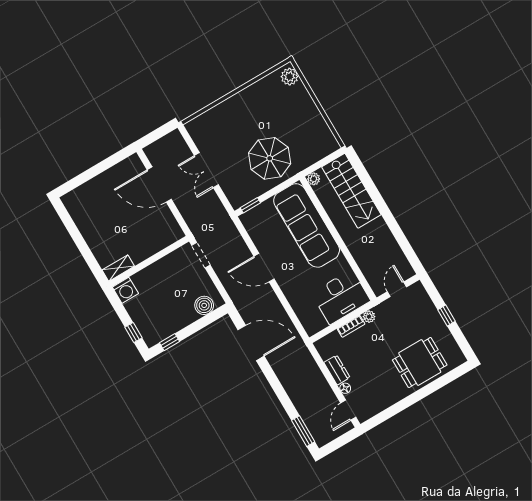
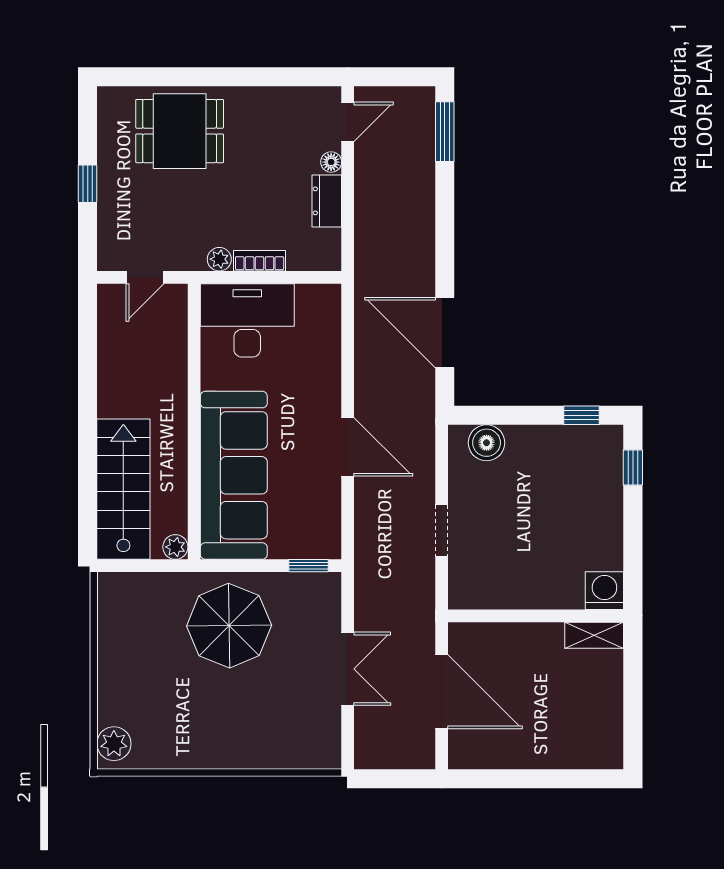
wall: (149, 261) -> (536, 616), moved
shelving: (118, 268) -> (594, 635), moved
washing machine: (125, 290) -> (604, 591), moved

